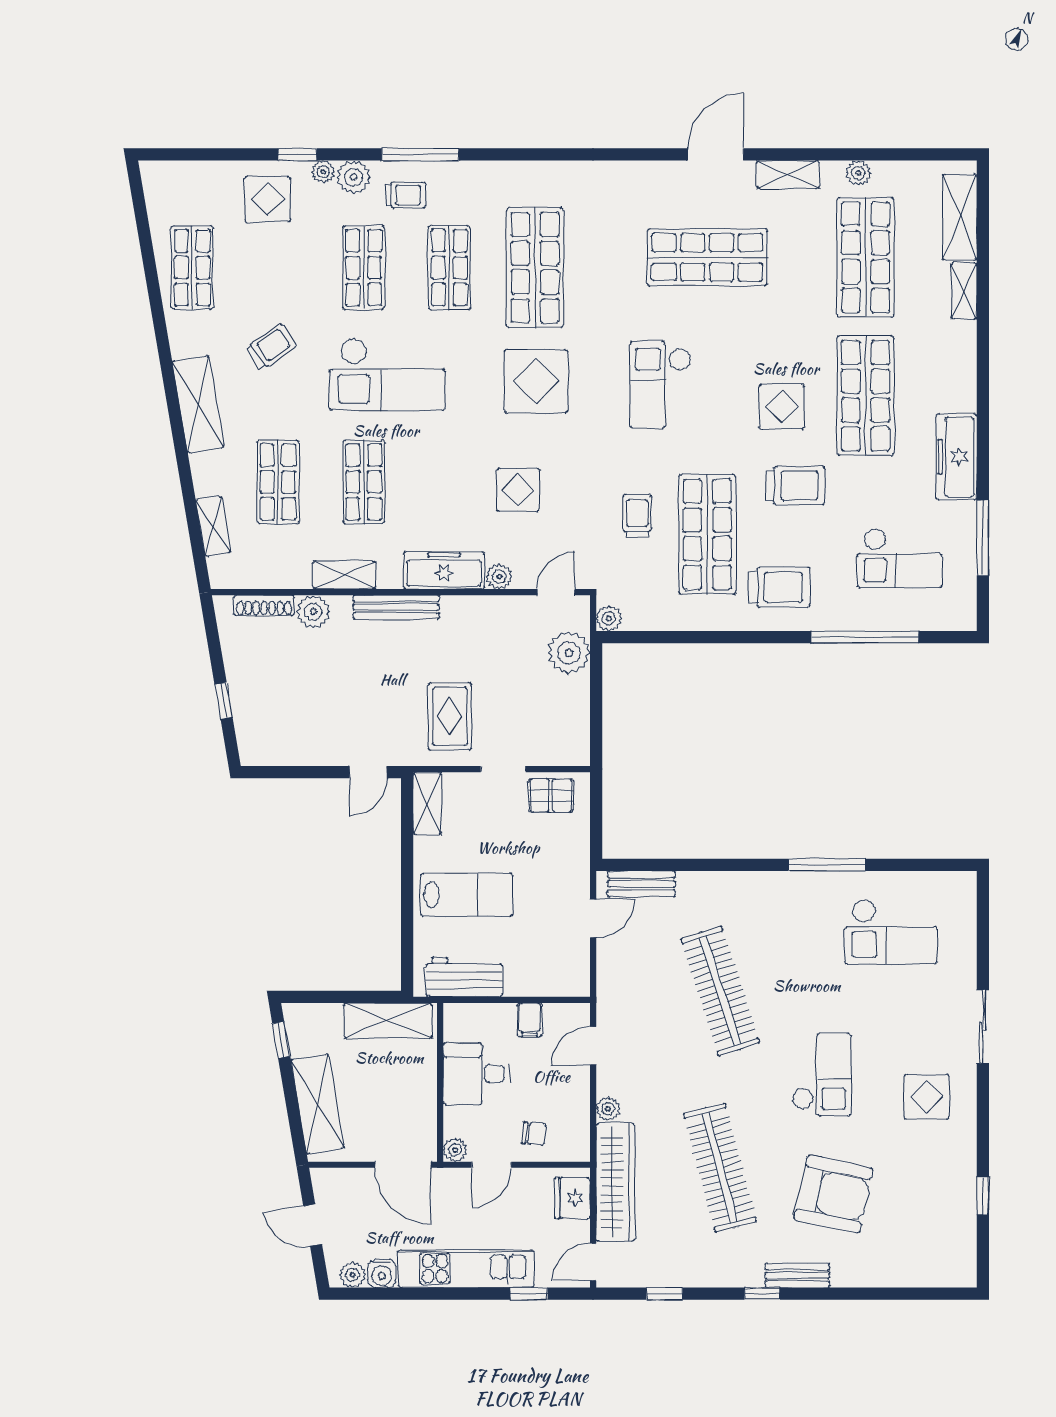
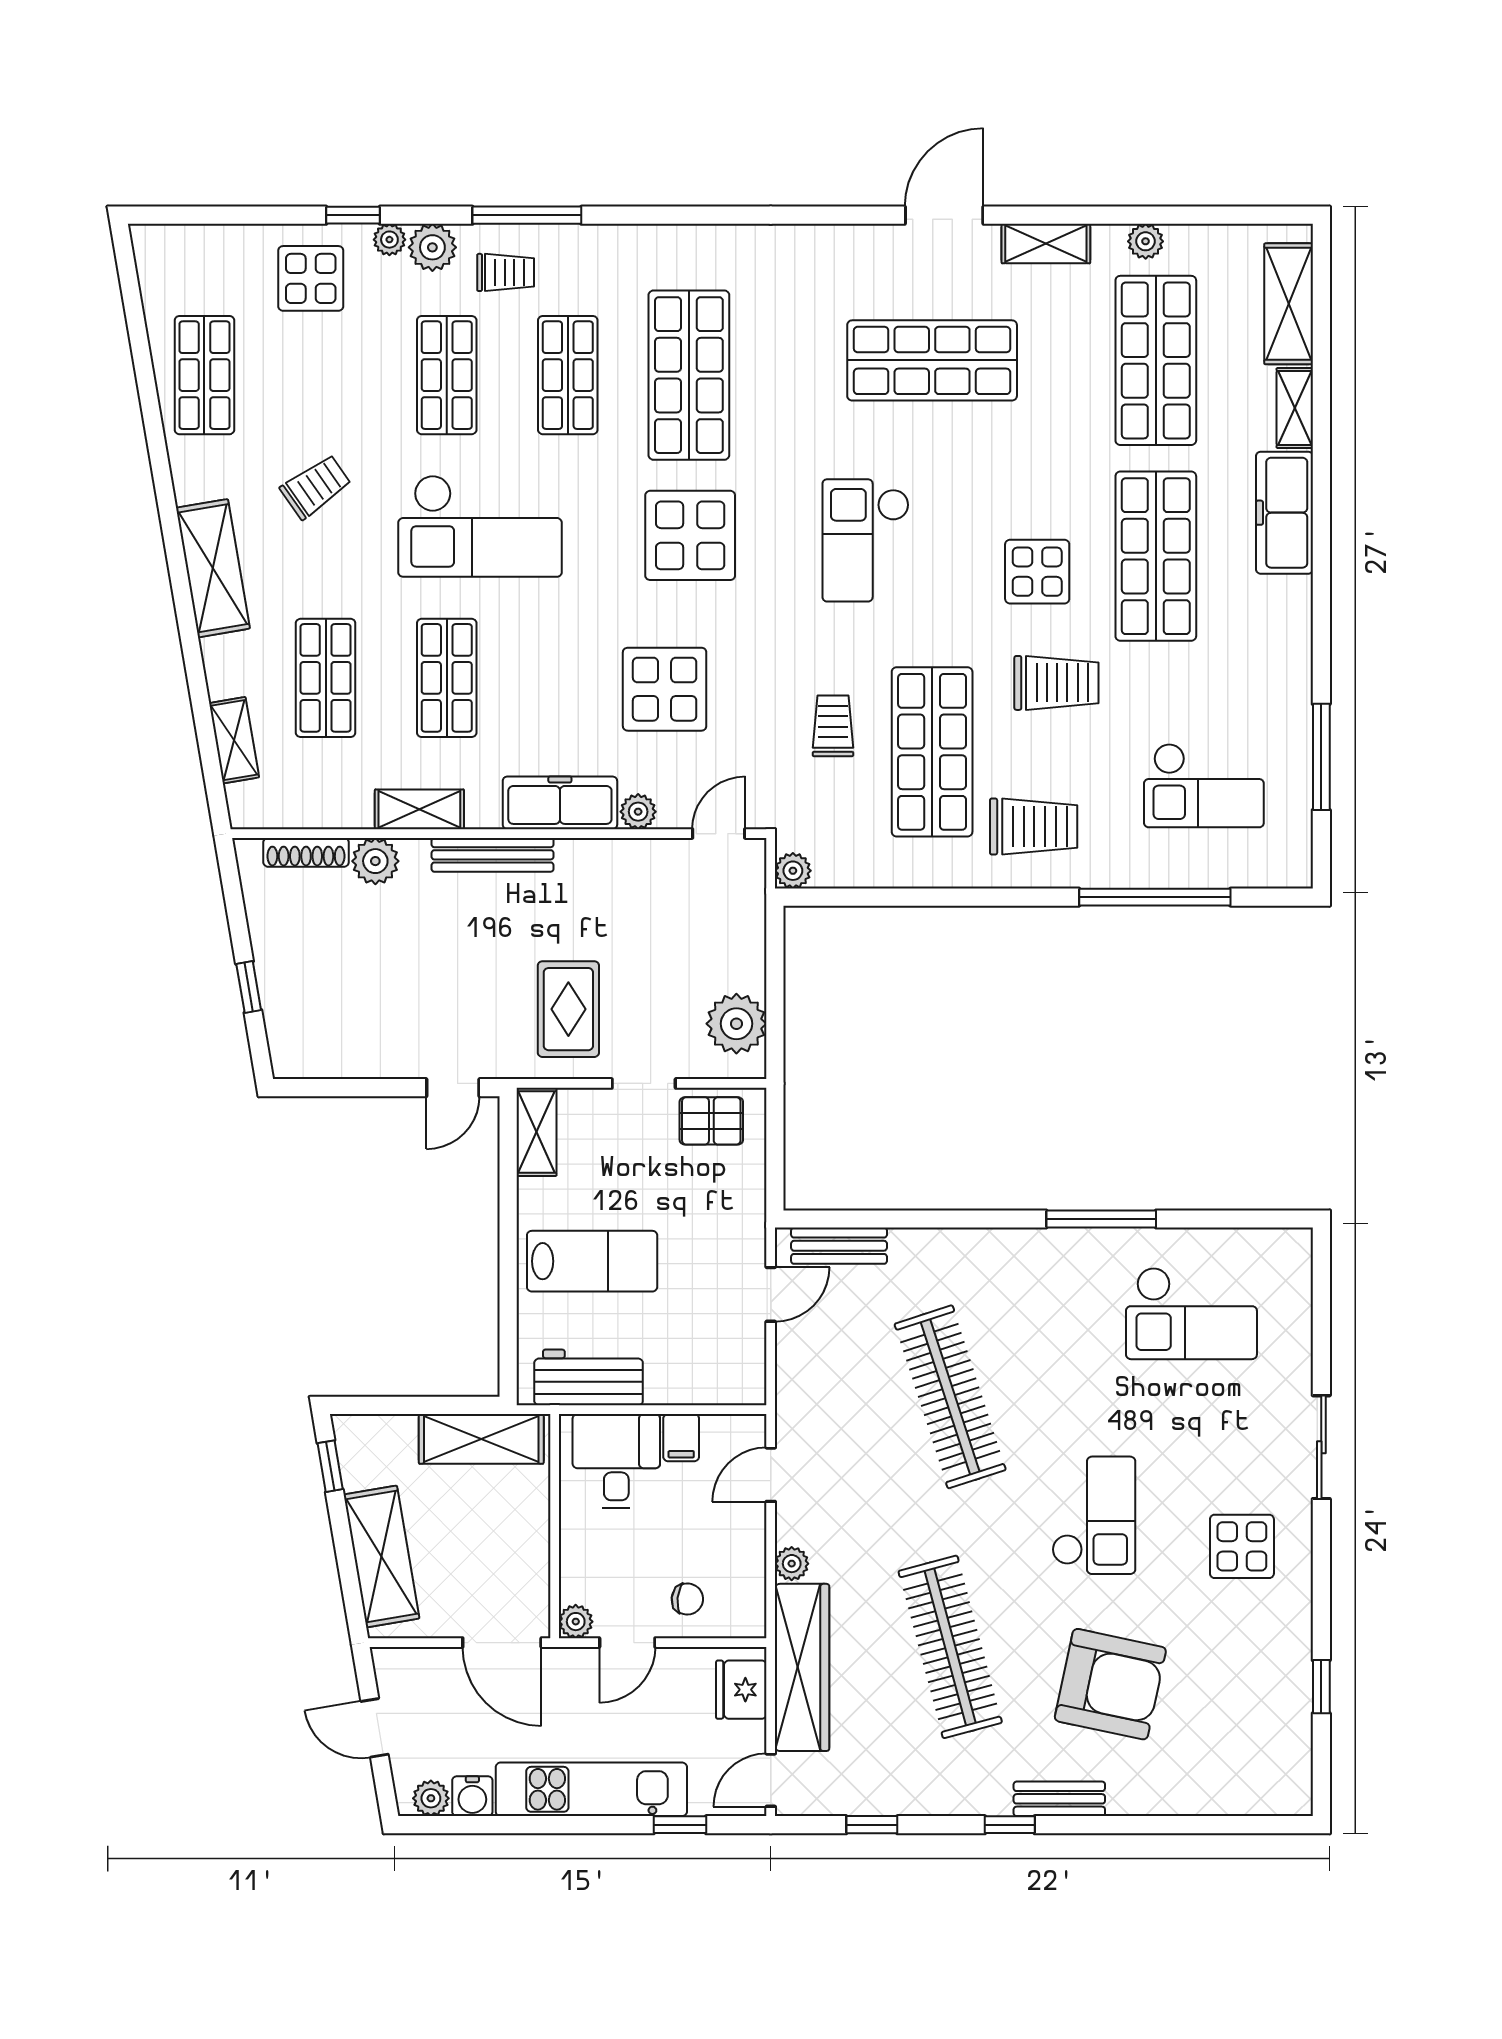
freezer: (957, 457) -> (1284, 513), moved
display table: (518, 490) -> (665, 689), width x1.36, depth x1.36
plant: (569, 653) -> (736, 1024), moved
desk: (476, 1074) -> (616, 1461), moved, turned 90

